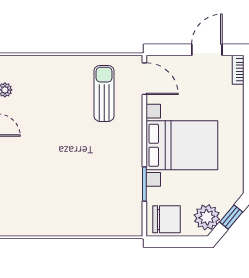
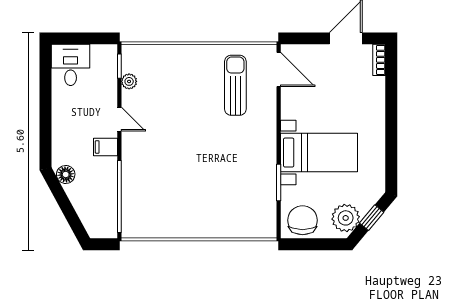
bed with nightstands: (182, 145) -> (319, 153), width x0.73
chair: (167, 219) -> (303, 220), turned -90

